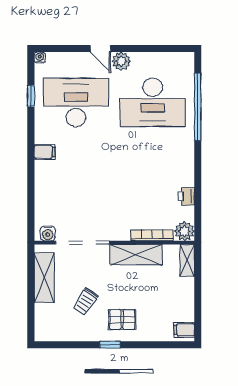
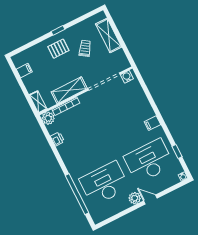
desk: (76, 102) -> (149, 161), turned 180
shelving: (44, 278) -> (109, 36), moved
filing cabinet: (184, 330) -> (24, 70), moved

